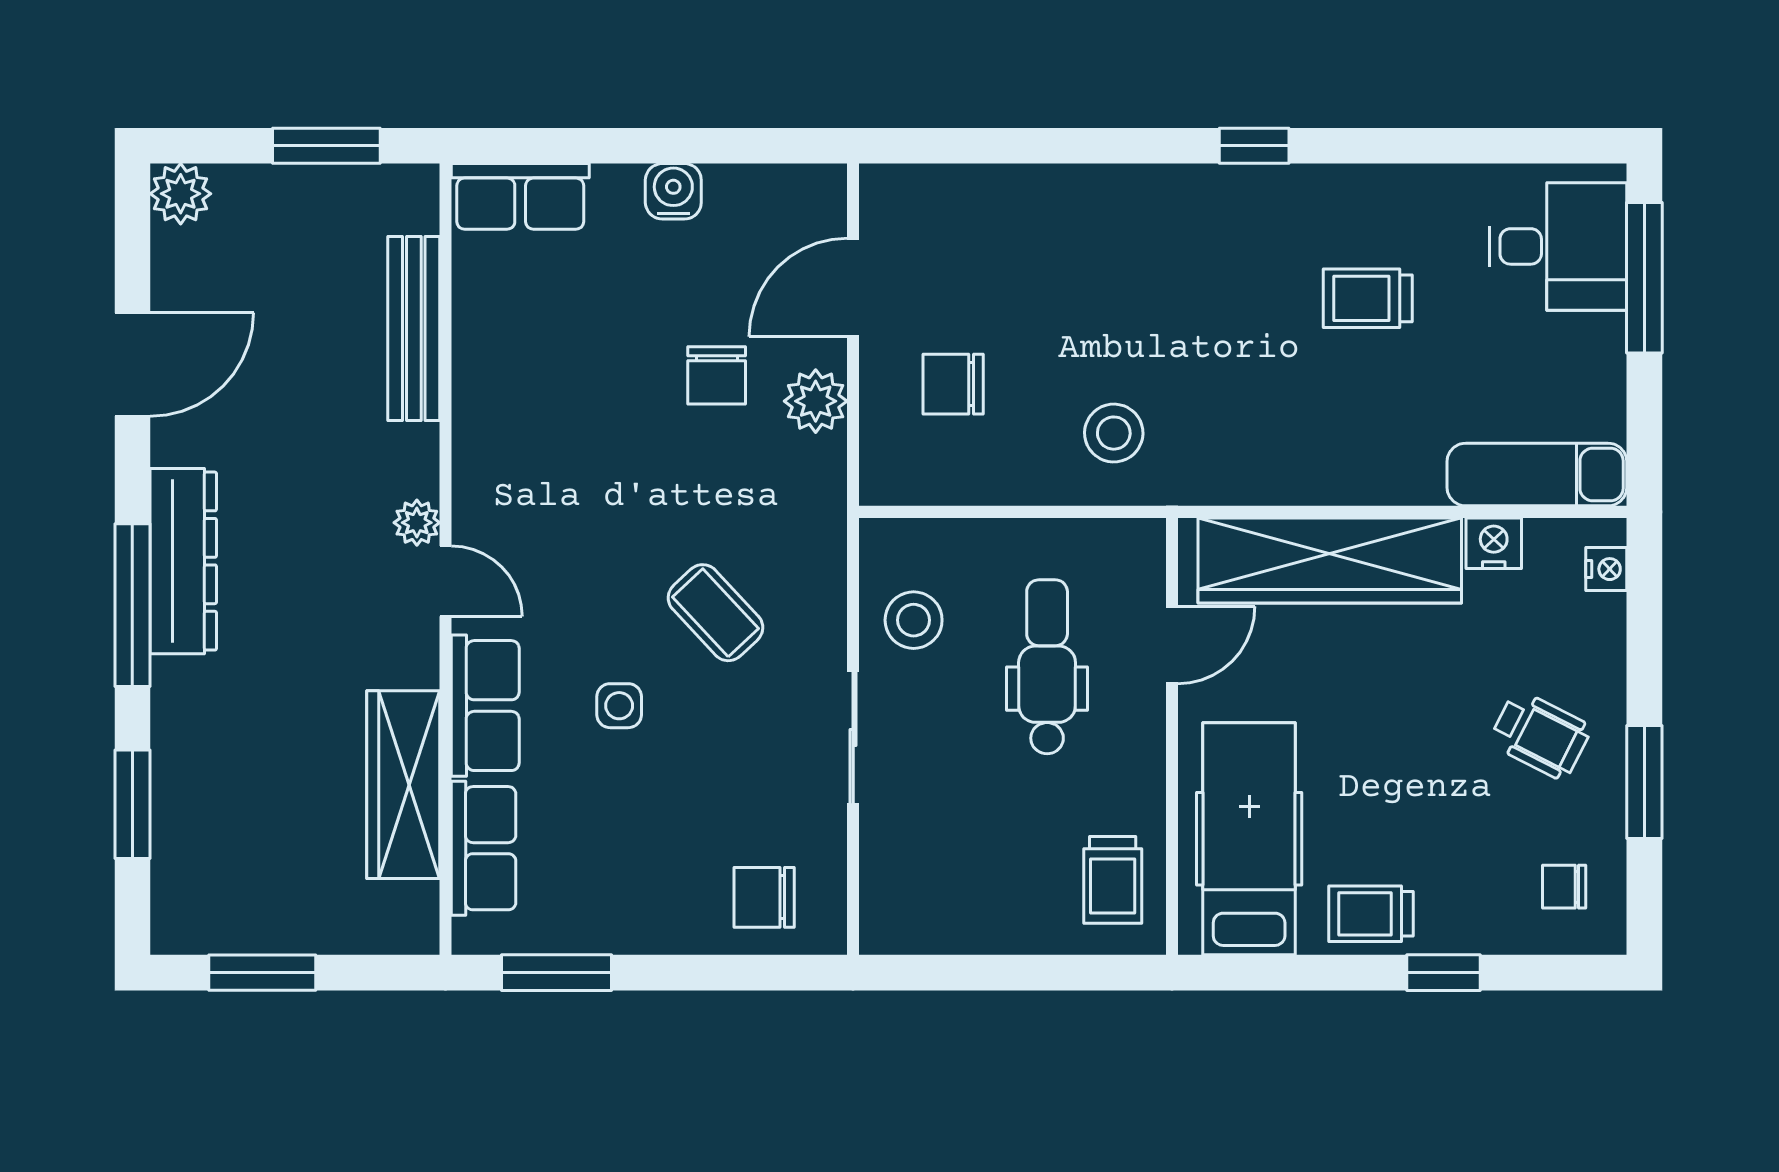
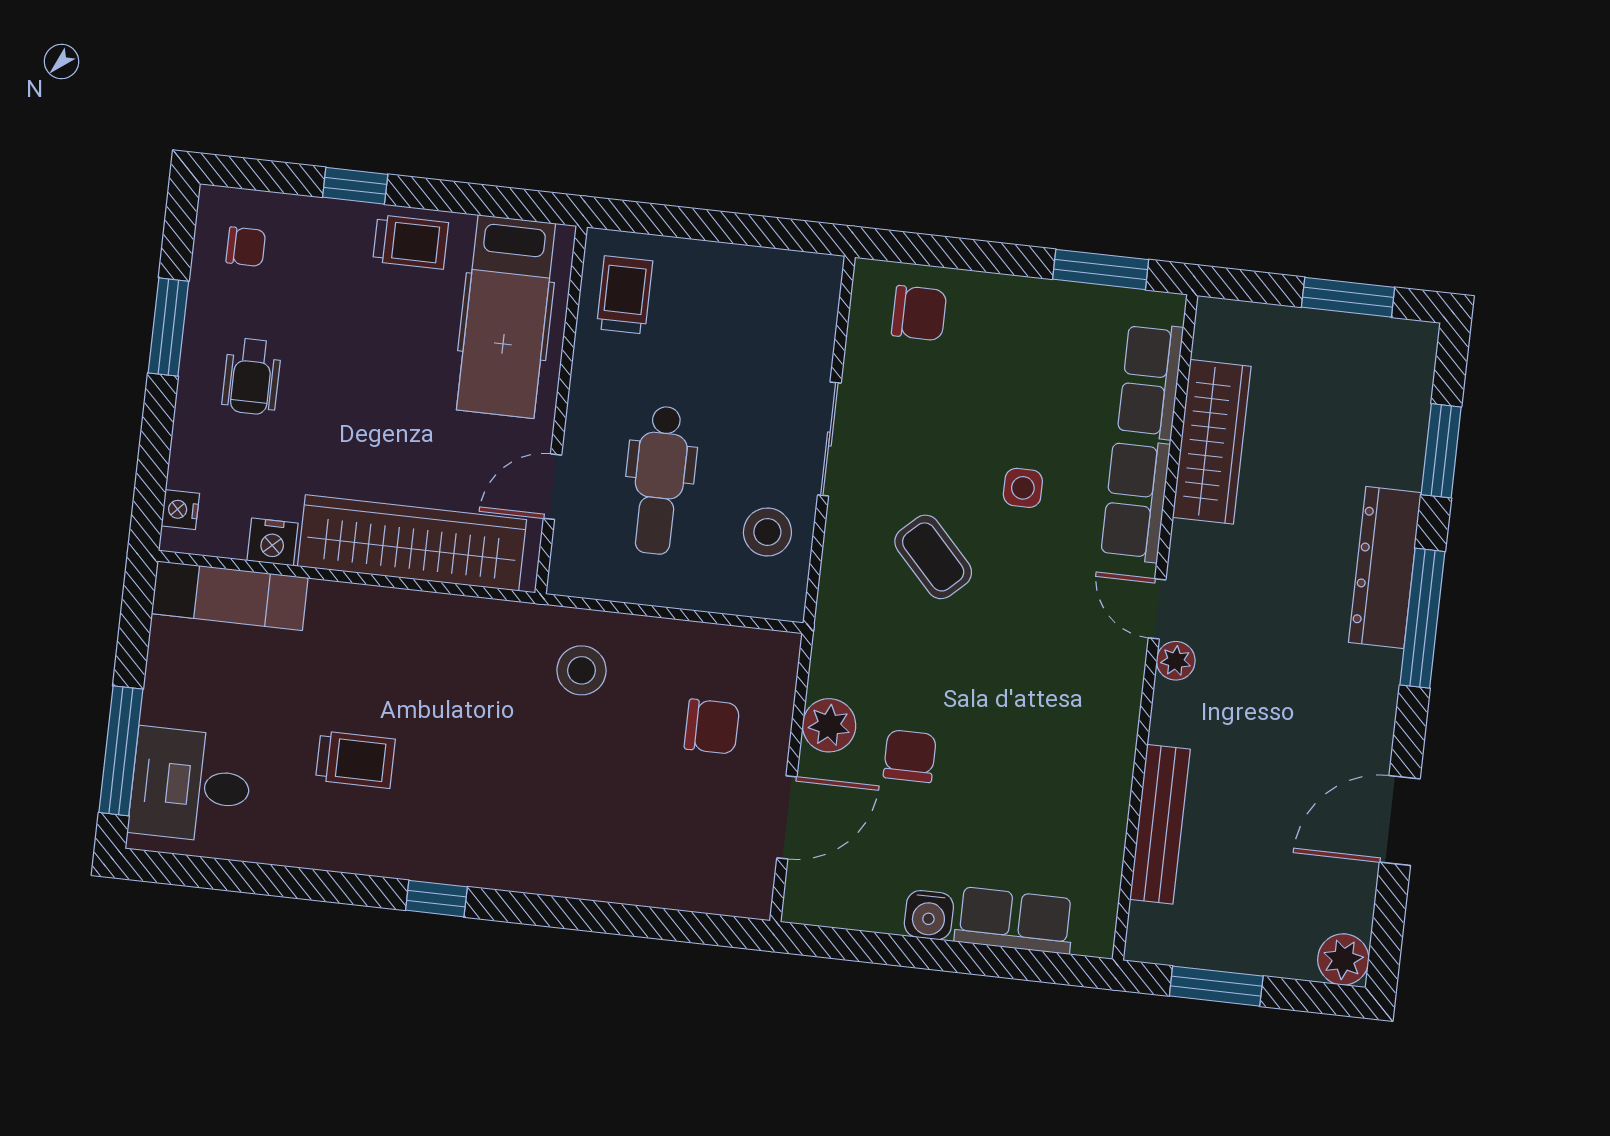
row of seats: (520, 196) -> (1015, 920), moved
dresser: (183, 561) -> (1385, 567), moved
wheelchair: (1540, 735) -> (252, 376), turned -117

